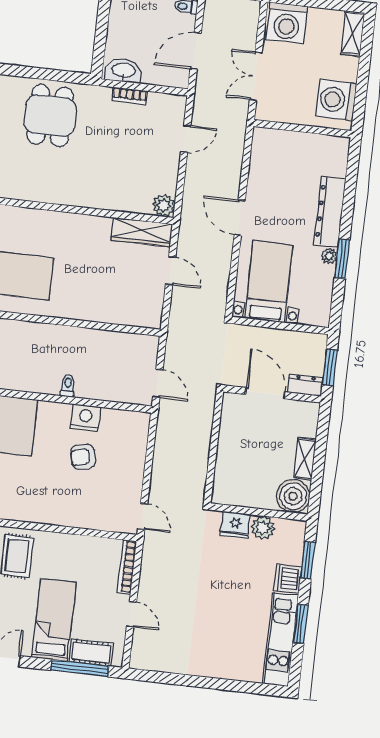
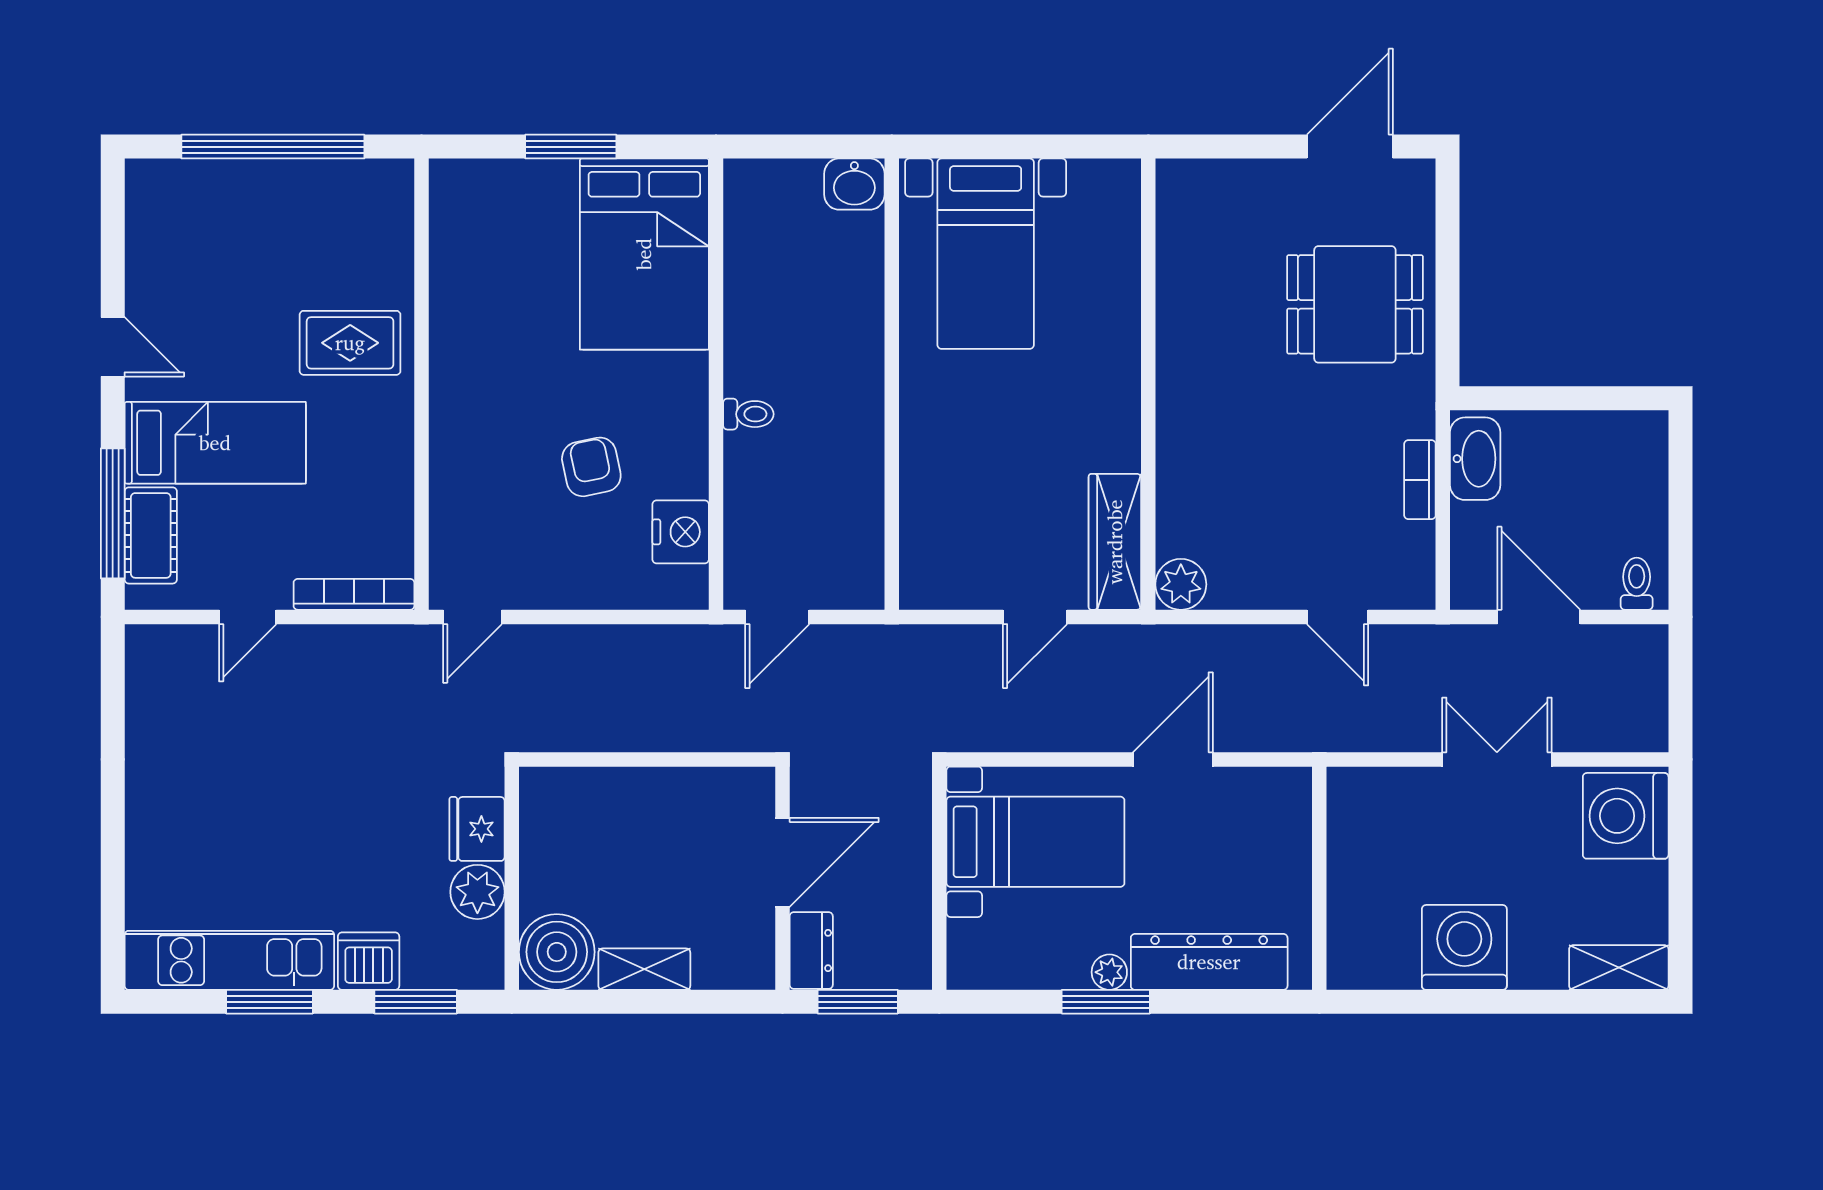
wall: (302, 129) -> (1319, 878), moved
nightstand: (85, 418) -> (681, 532), moved

